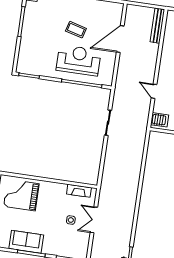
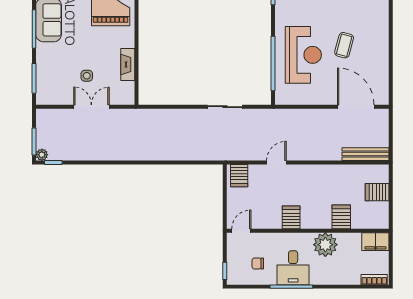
door: (120, 39) -> (356, 107), moved
fireplace: (79, 191) -> (128, 64), moved

